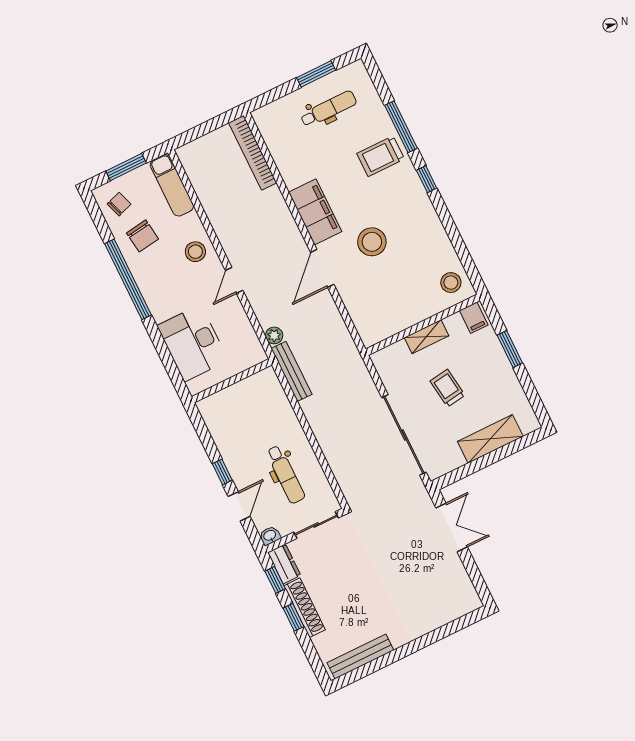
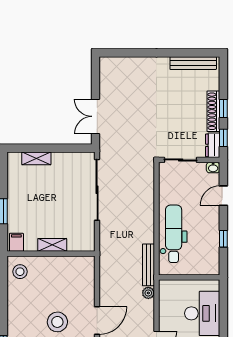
trolley: (447, 388) -> (55, 206), removed
shelving: (490, 439) -> (36, 158), width x0.67, depth x0.75
window: (222, 472) -> (223, 239), moved
dental chair: (286, 474) -> (174, 234), moved, width x1.36, depth x1.38

